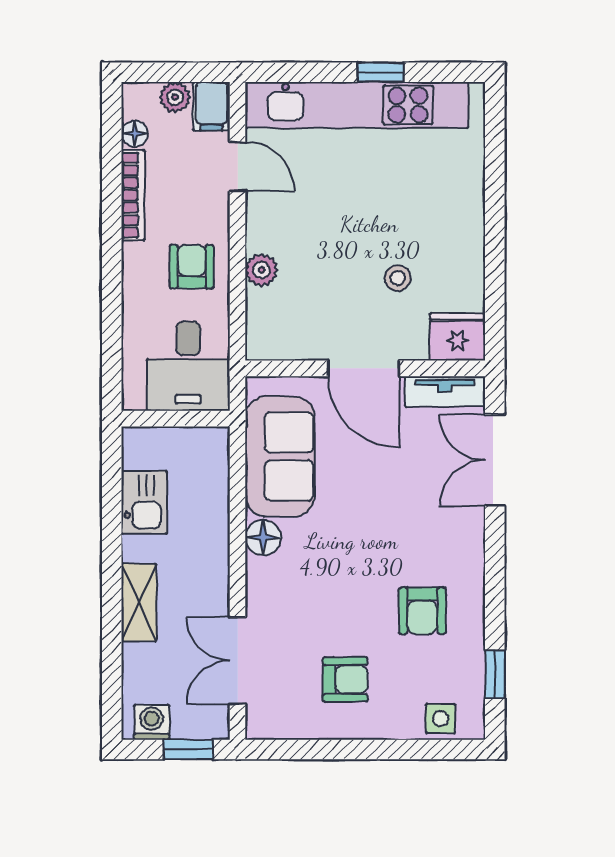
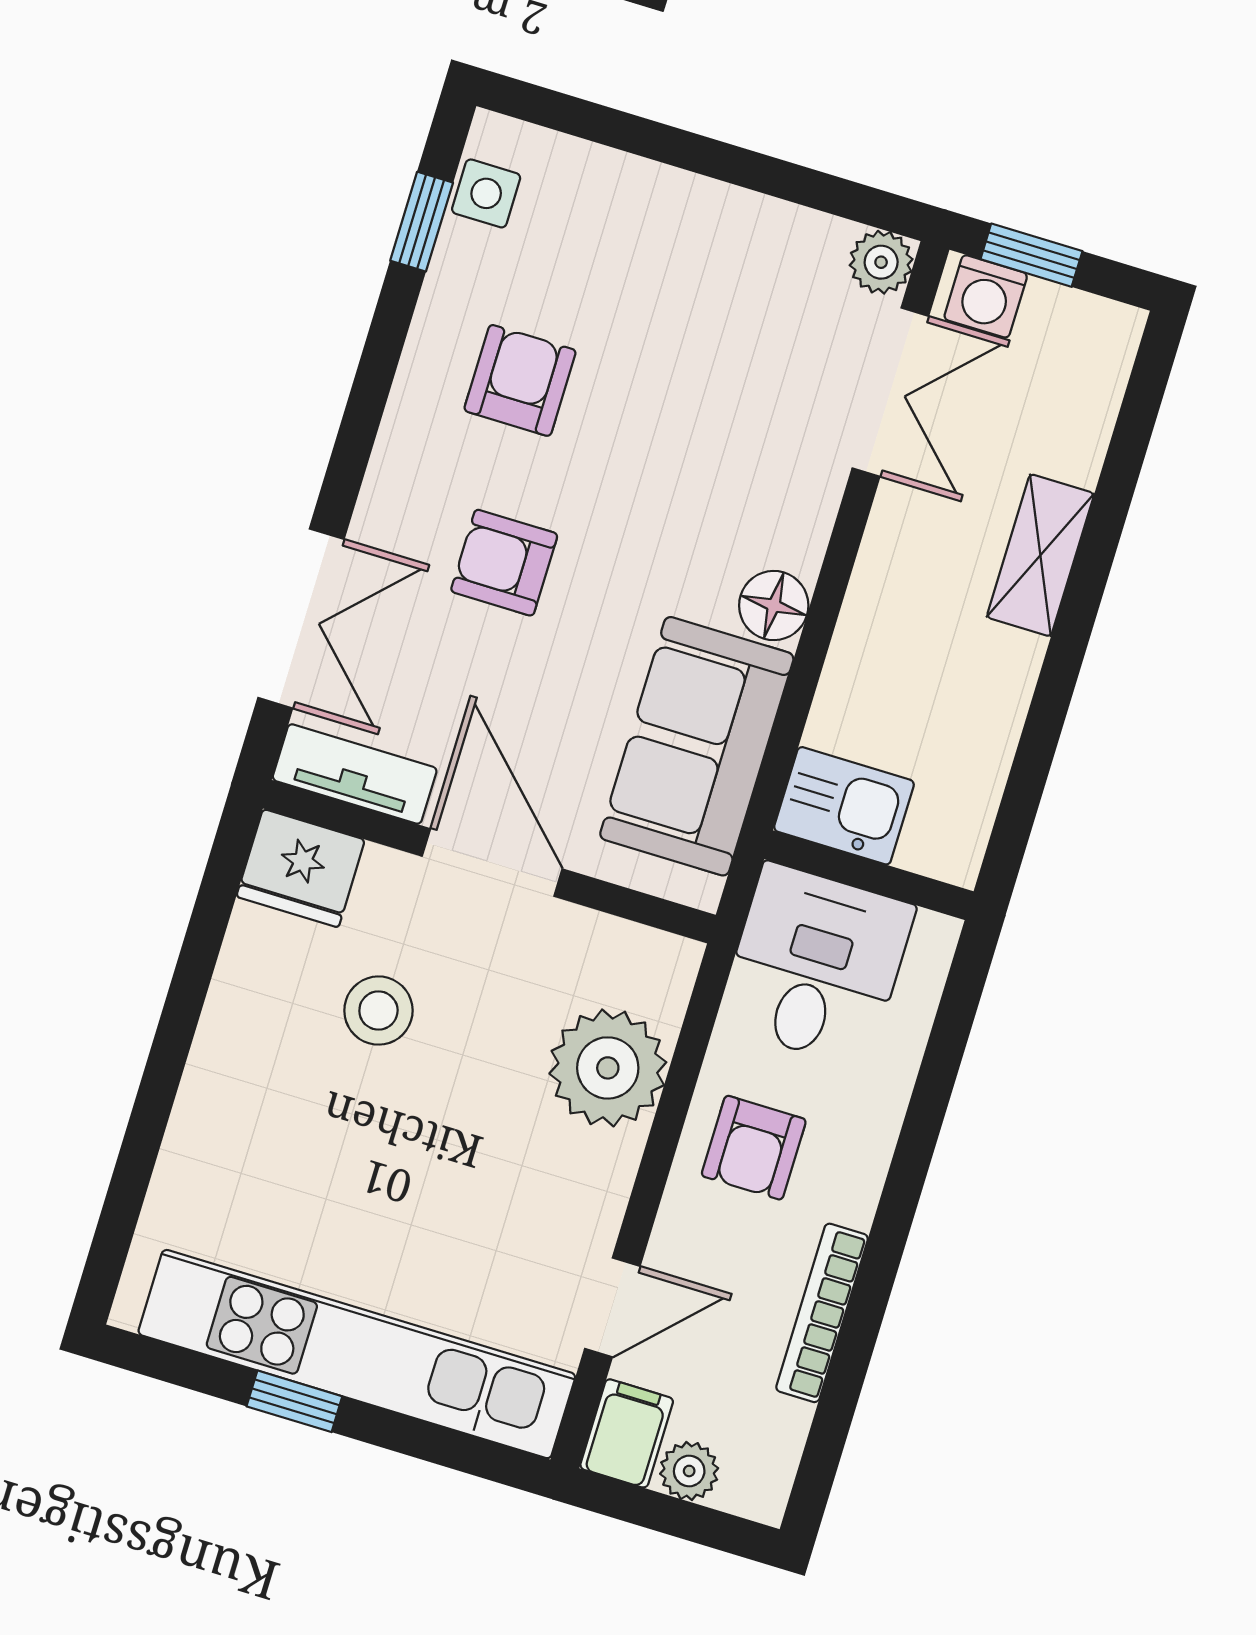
floor lamp: (135, 134) -> (784, 1426), removed
door: (238, 166) -> (612, 1307), swing flipped
plant: (261, 270) -> (608, 1068), width x1.88, depth x1.88
stool: (398, 278) -> (378, 1011), width x1.37, depth x1.37
kitchen sink: (144, 503) -> (844, 806), moved, turned 90
armchair: (345, 679) -> (504, 563), moved
side table: (440, 719) -> (486, 193), moved
washing machine: (152, 722) -> (986, 296), moved
plant: (262, 723) -> (881, 262), added

